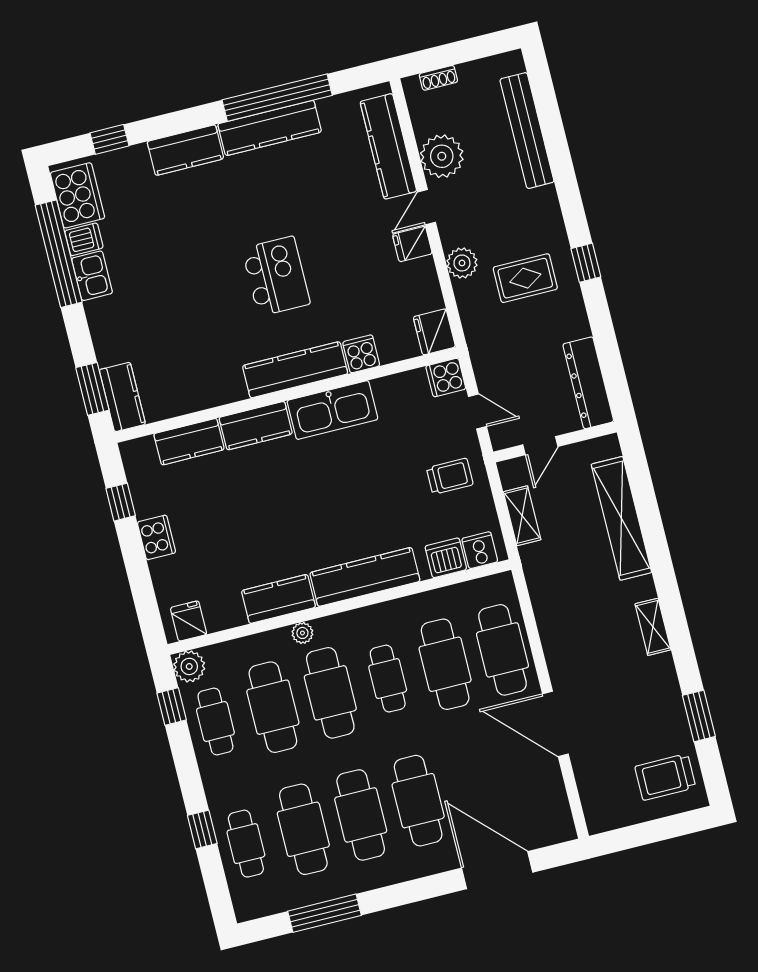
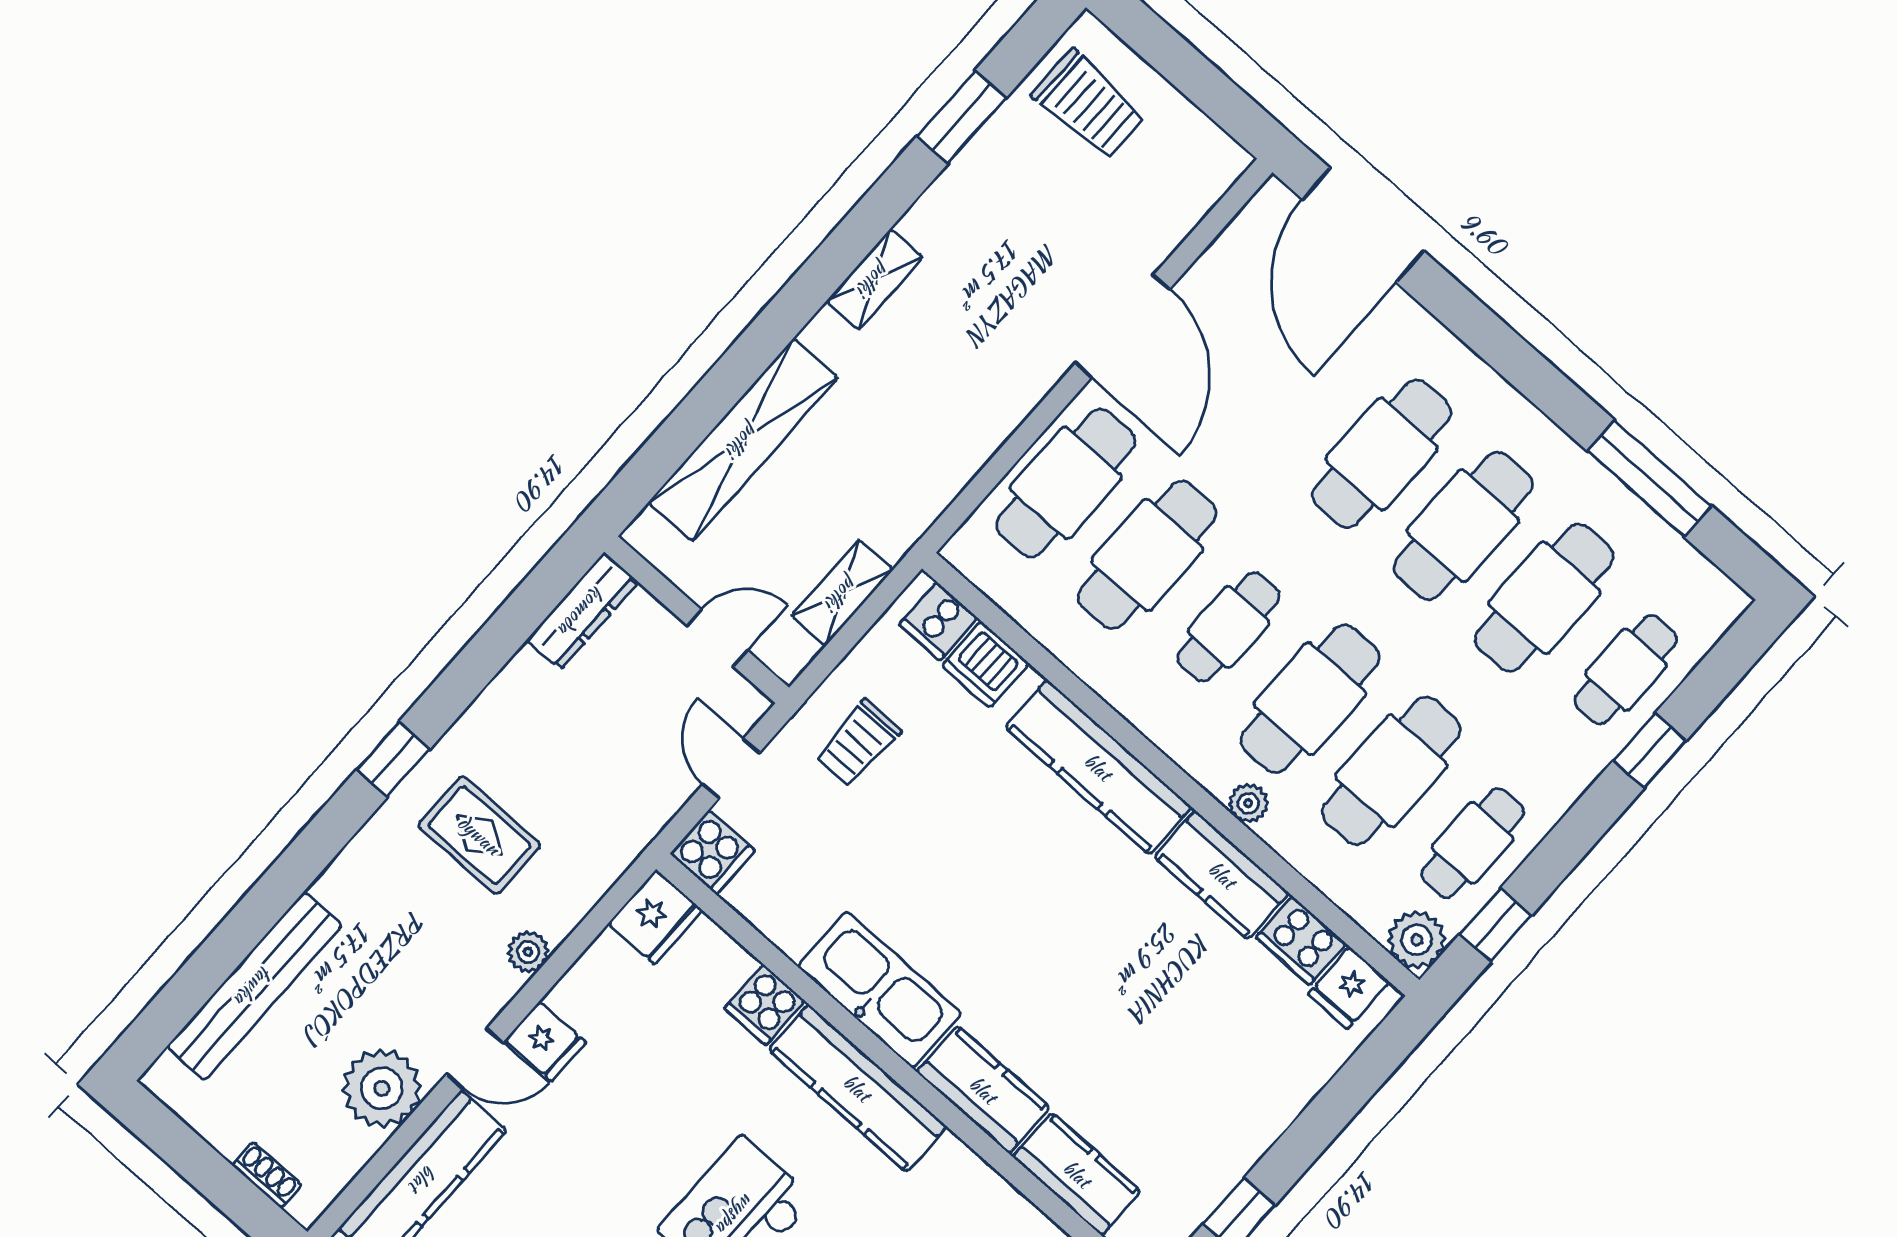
plant: (462, 263) -> (528, 952), width x0.73, depth x0.73
dresser: (588, 383) -> (582, 611), width x0.73, depth x0.80
trolley: (450, 476) -> (858, 743), turned -90
cooker: (156, 537) -> (1301, 941), moved, turned -90
door: (497, 870) -> (1363, 225), moved

